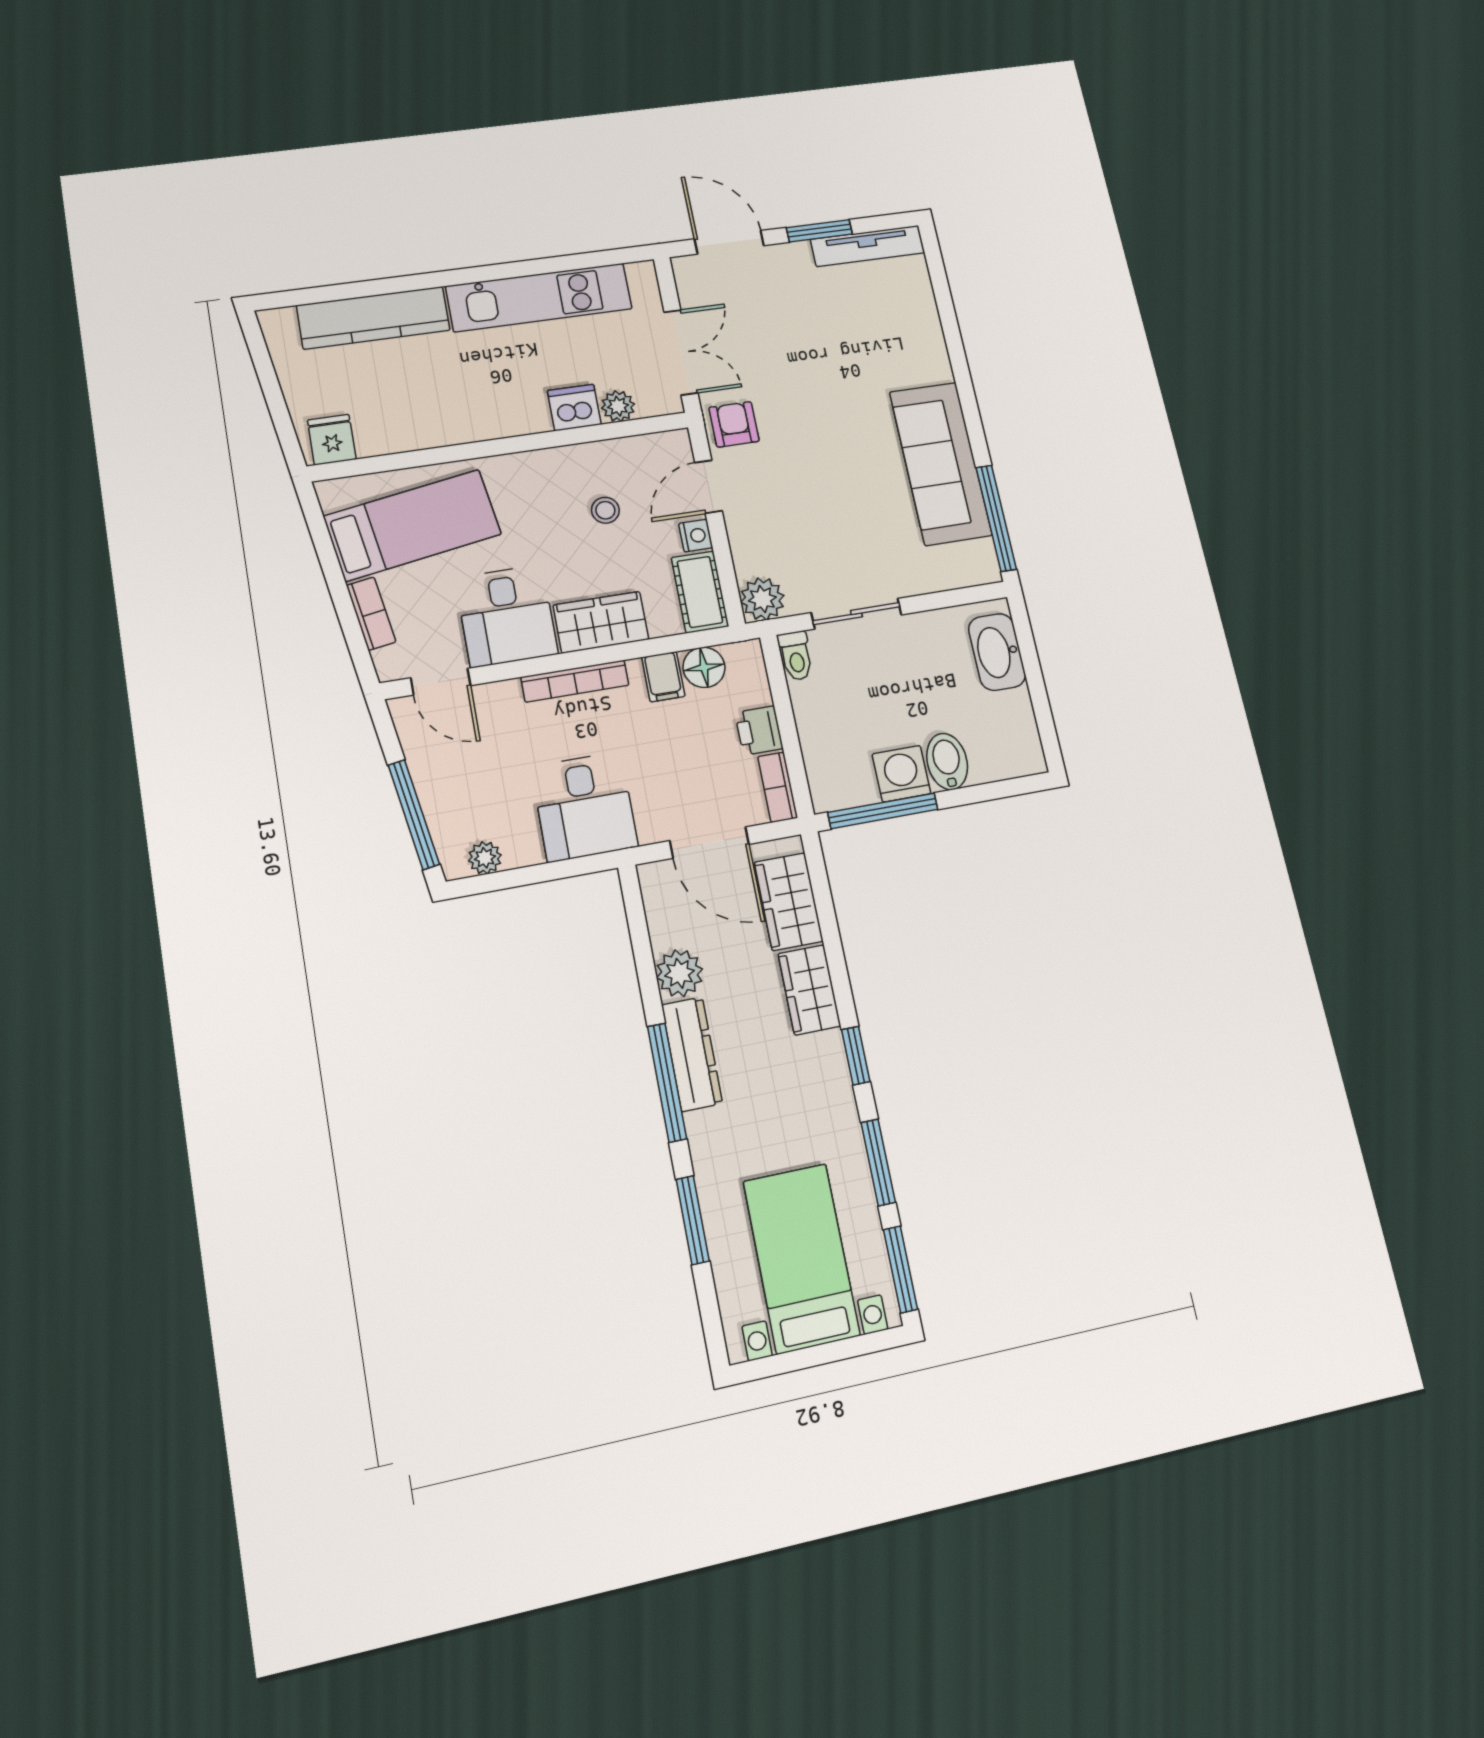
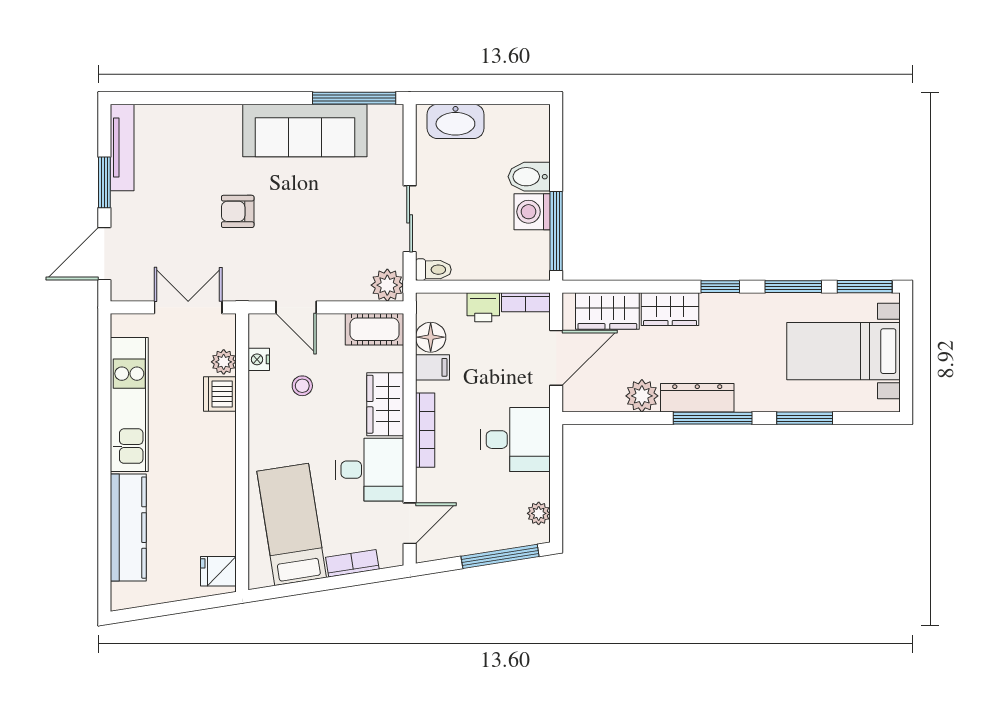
armchair: (734, 424) -> (238, 211), moved
nightstand: (696, 536) -> (259, 359), moved, turned -90

